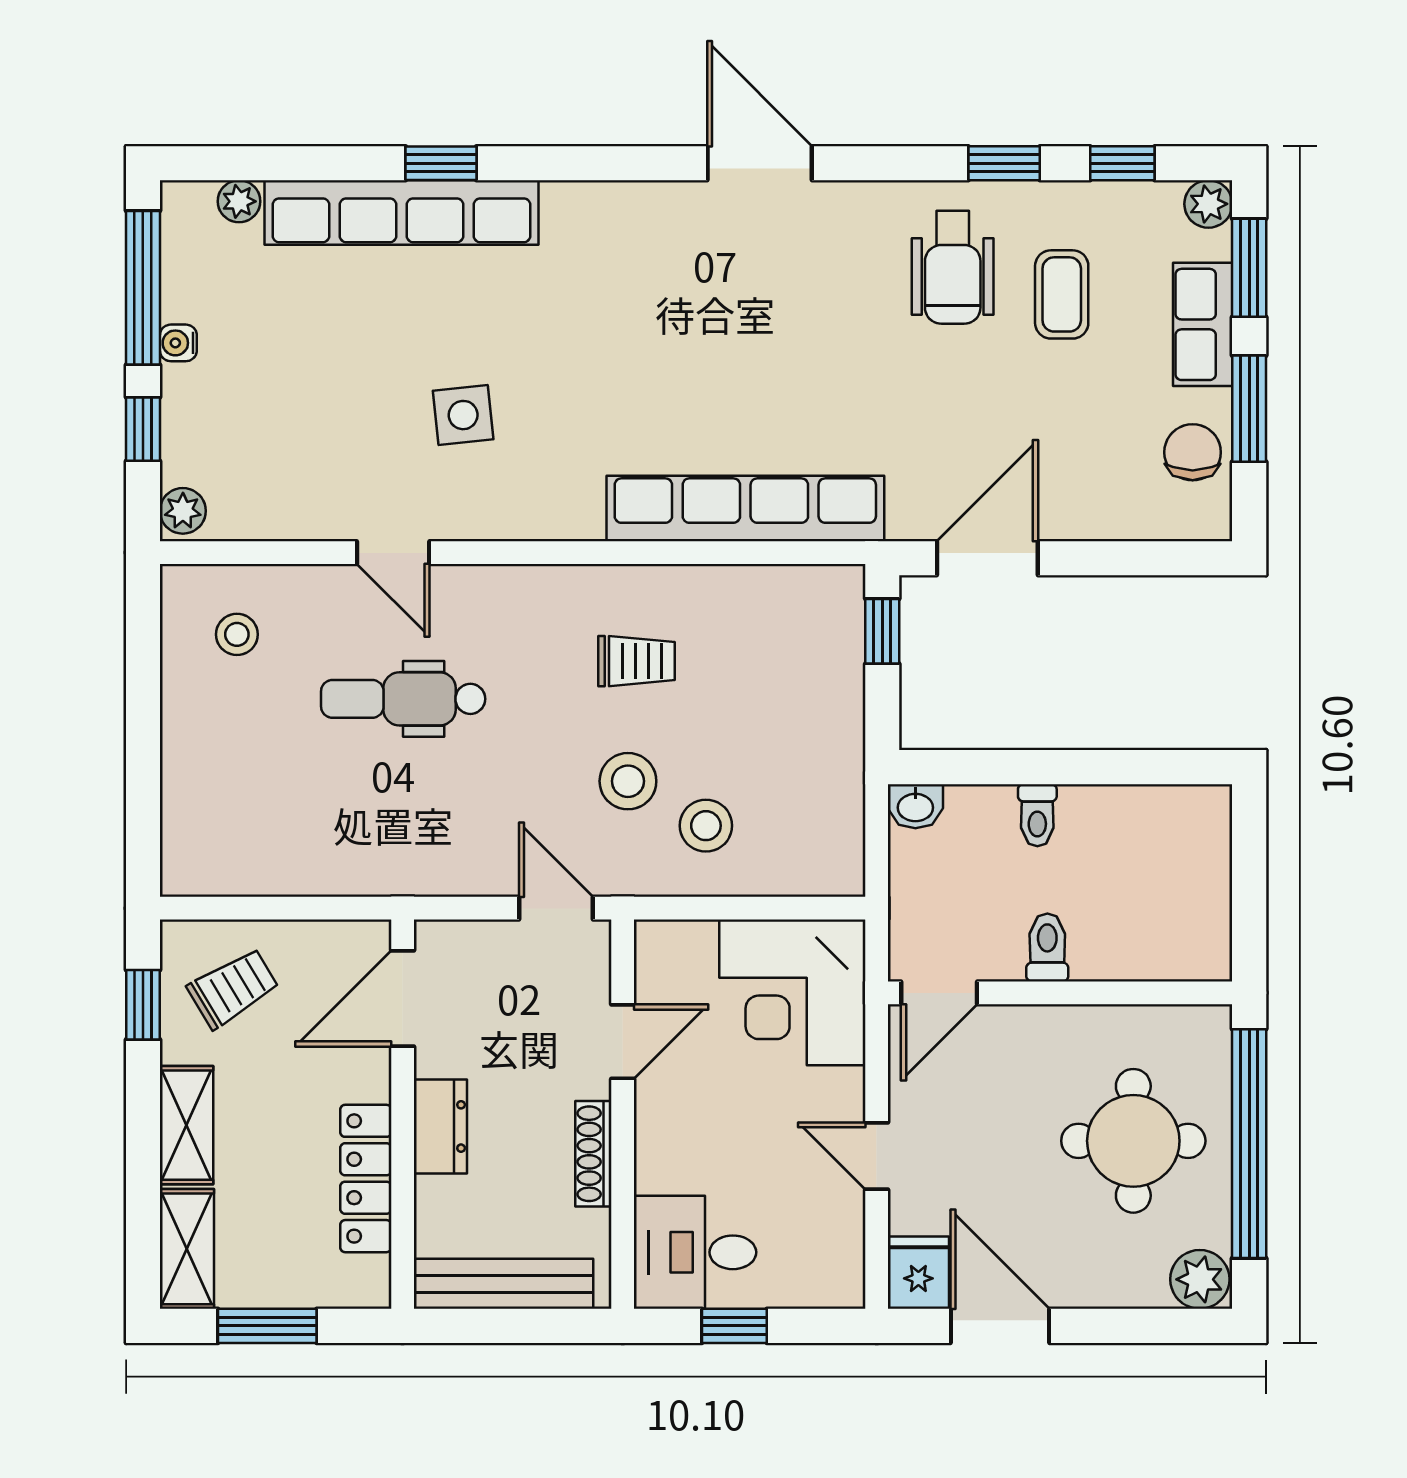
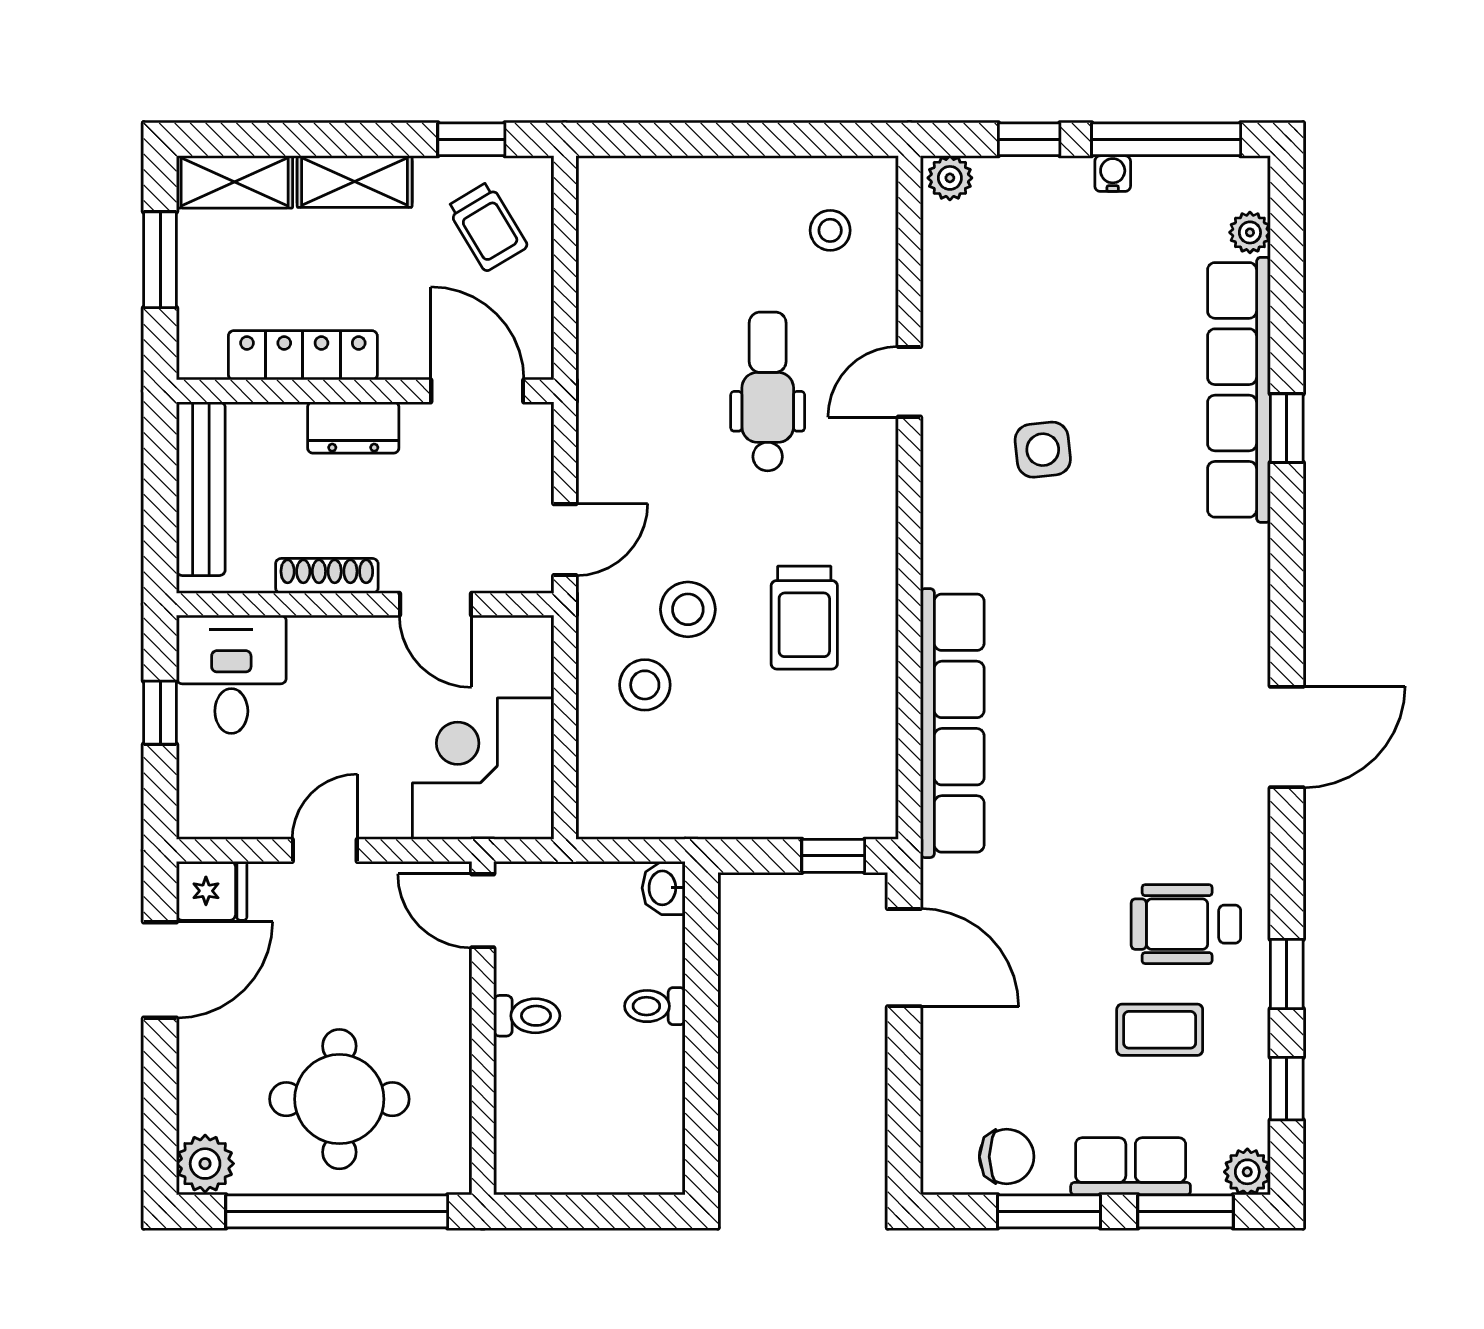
trolley: (637, 661) -> (804, 618), width x1.36, depth x1.39

